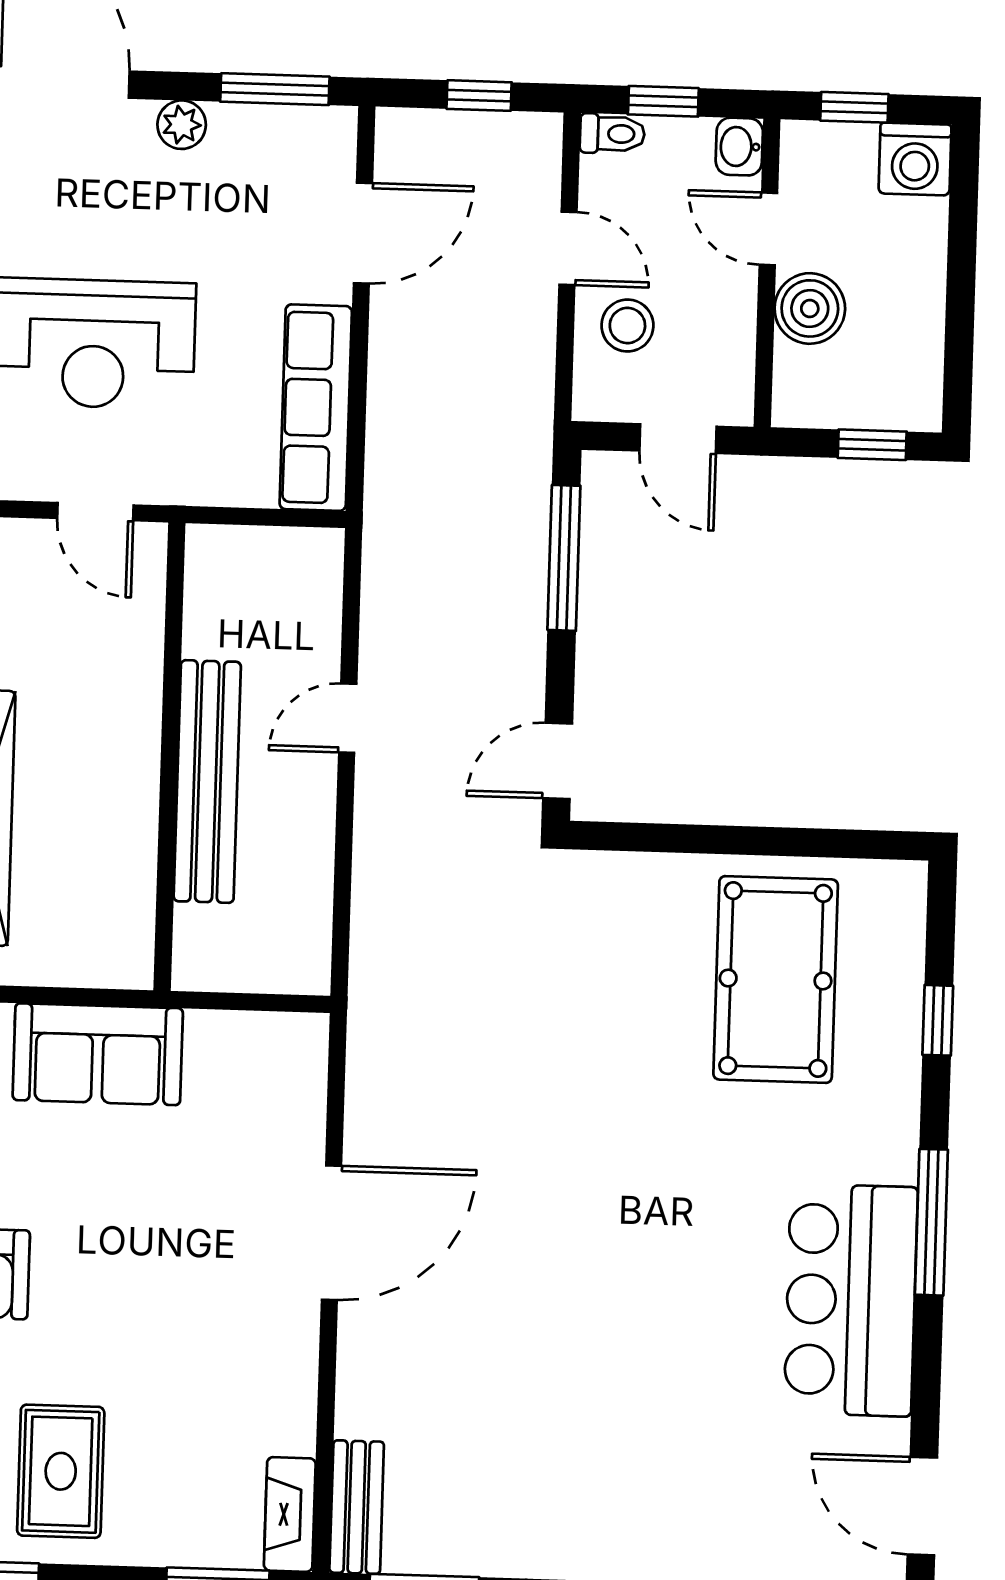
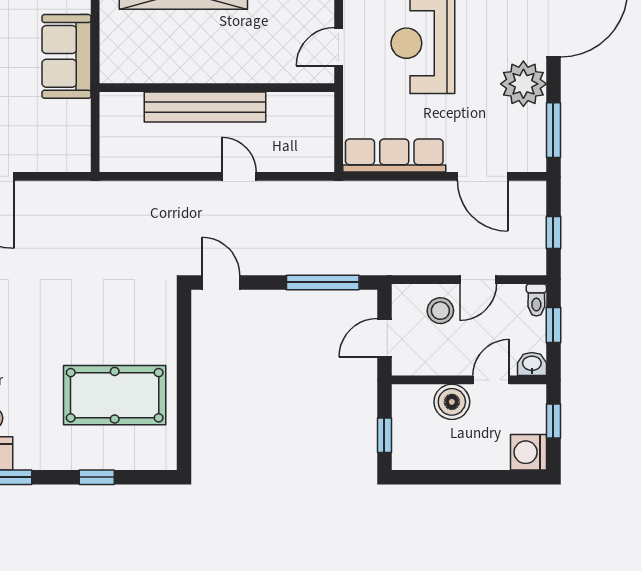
plant: (182, 125) -> (523, 84), width x1.87, depth x1.87

